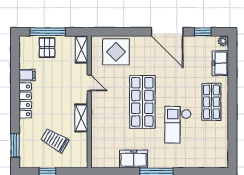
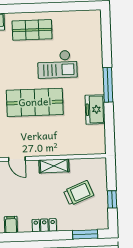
door: (89, 83) -> (17, 159), swing flipped
locker: (25, 100) -> (44, 225), width x0.66
trolley: (55, 140) -> (79, 193), turned -142

